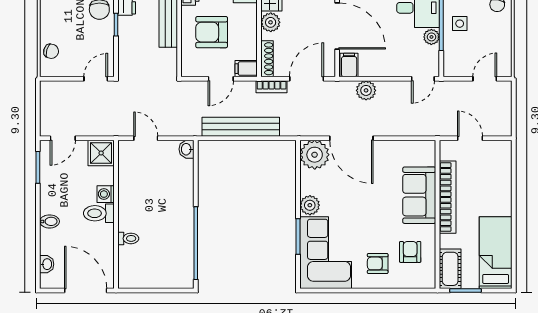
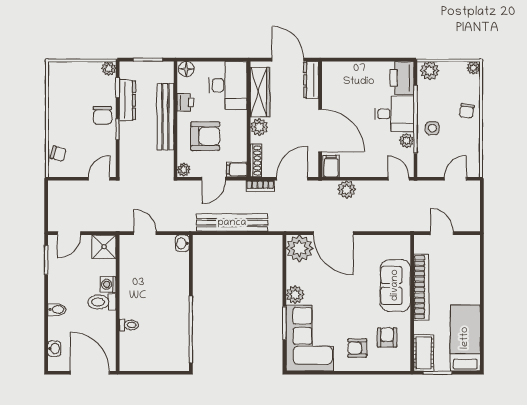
armchair: (212, 32) -> (205, 136), turned 180
plant: (188, 69) -> (184, 169), added
door: (423, 79) -> (399, 179), swing flipped

